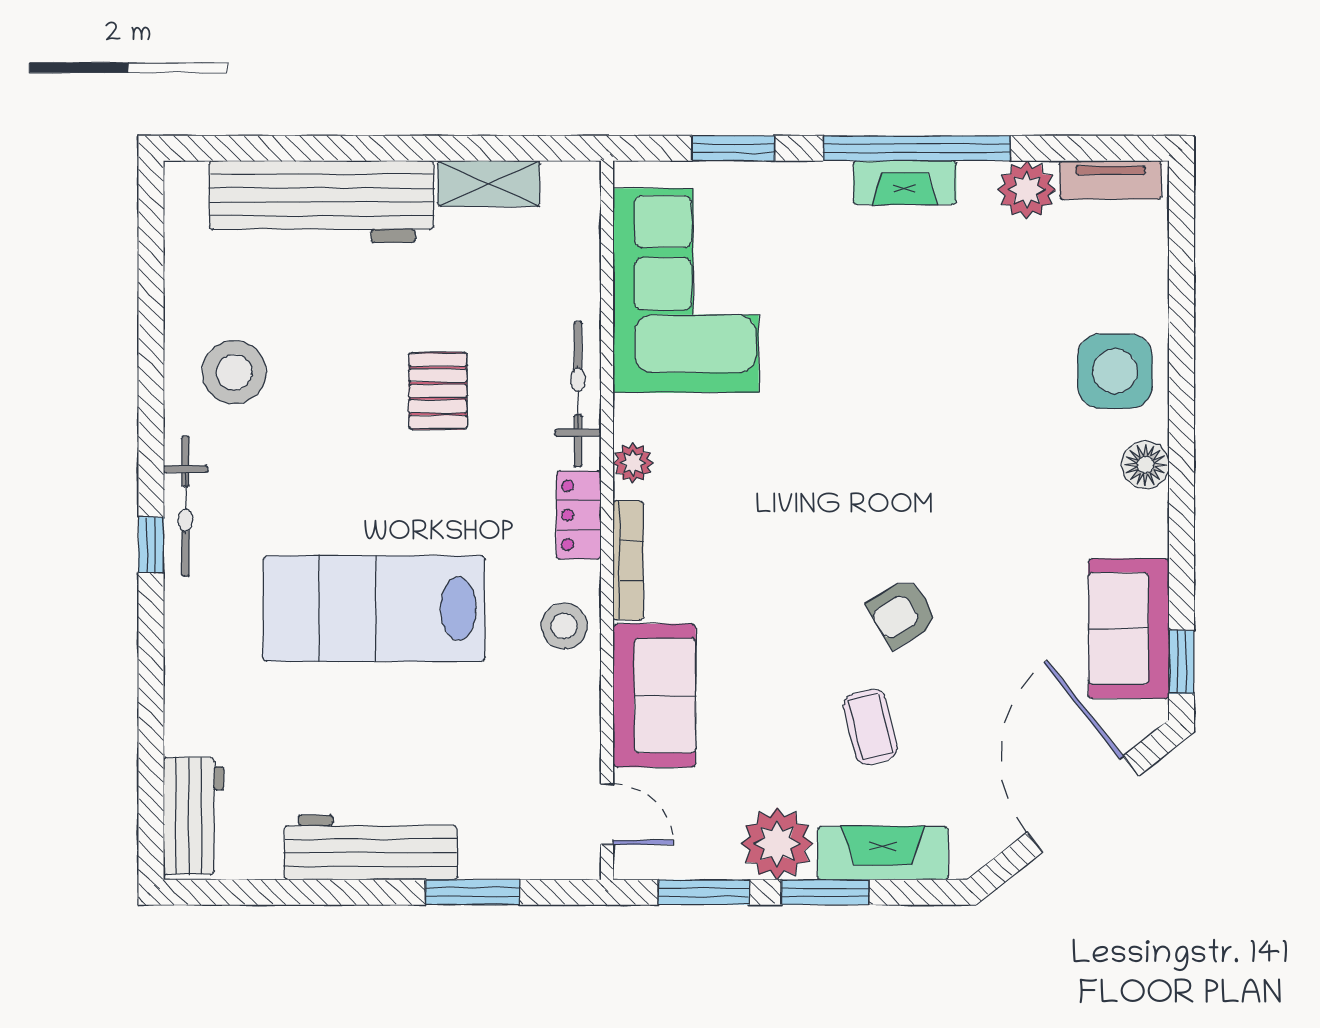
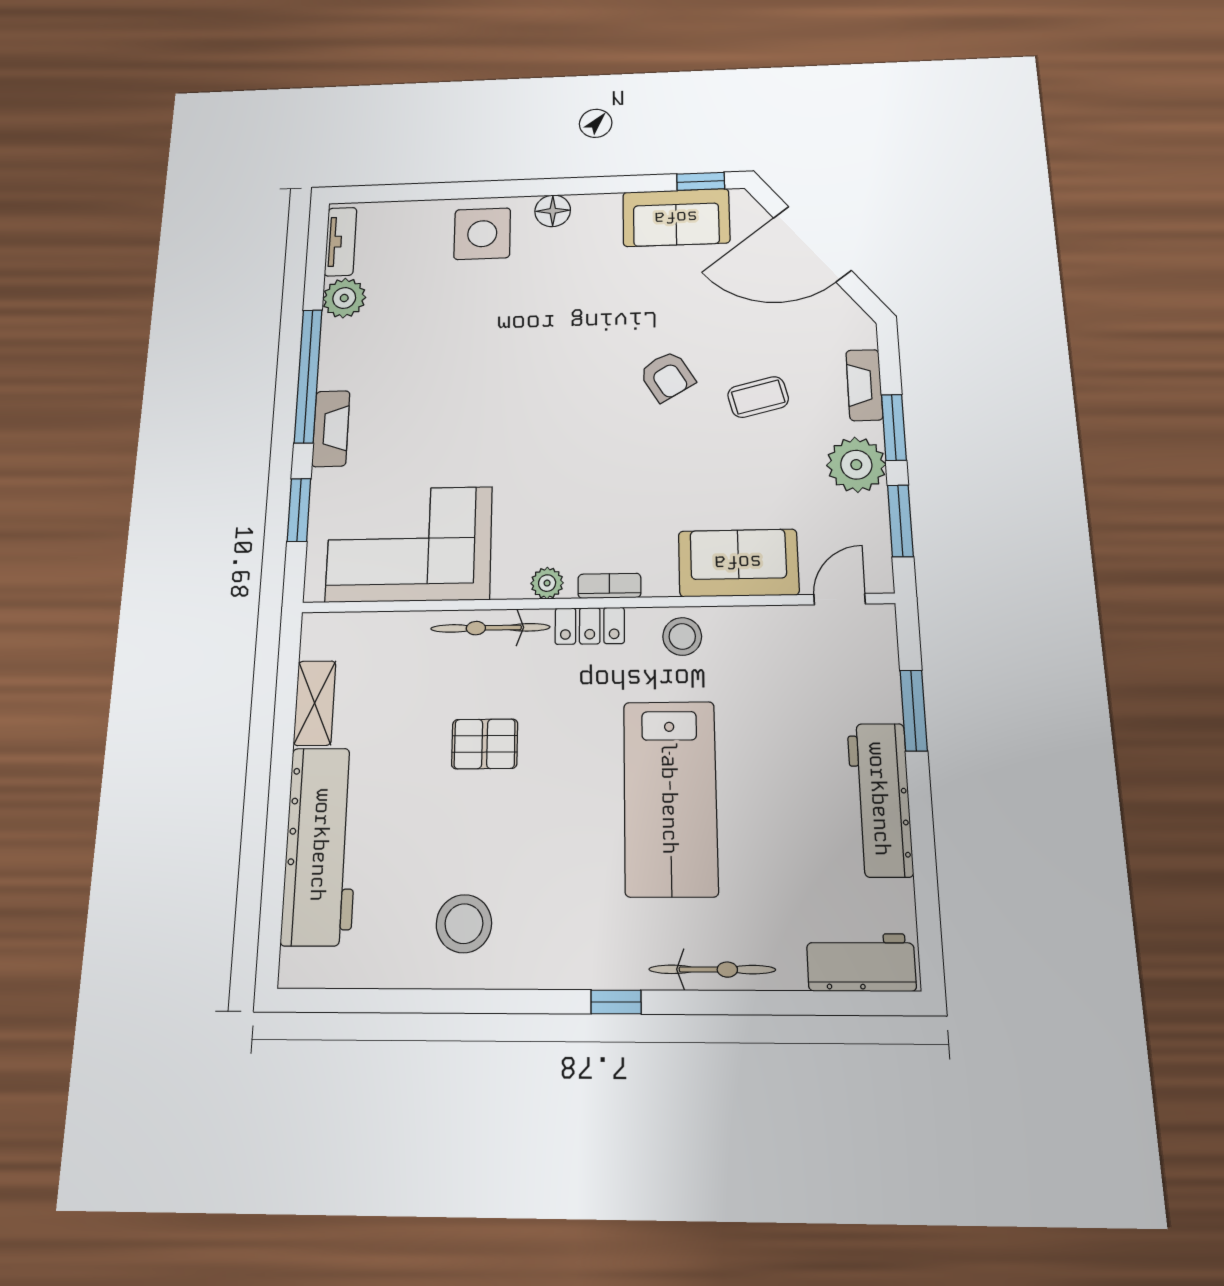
fireplace: (905, 183) -> (331, 429), moved
bicycle: (186, 506) -> (712, 969), moved
bookcase: (628, 560) -> (609, 586), width x0.64
fireplace: (883, 853) -> (864, 385), width x0.73, depth x0.76

